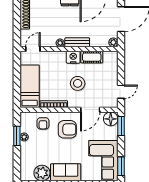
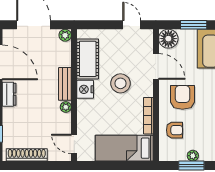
cot: (92, 57) -> (88, 59), width x1.37, depth x1.34
window: (121, 126) -> (194, 25), moved

